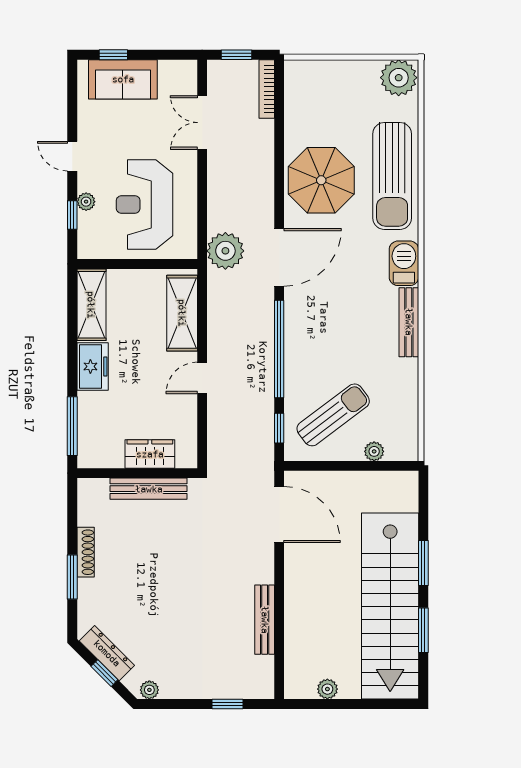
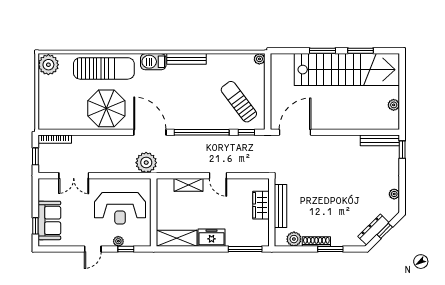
shelving: (182, 313) -> (188, 185), width x0.67, depth x0.75
plant: (374, 451) -> (259, 59), moved
plant: (90, 512) -> (294, 239), added
bench: (265, 620) -> (380, 140), moved
plant: (149, 690) -> (394, 194), moved
window: (227, 704) -> (402, 150), moved

